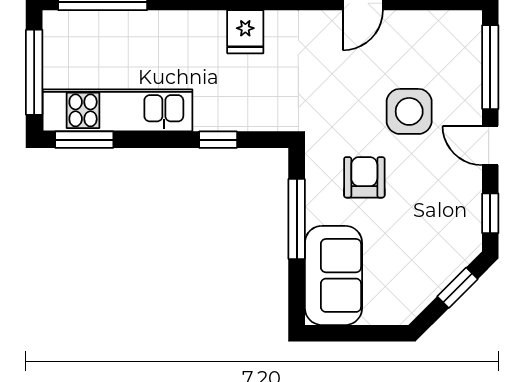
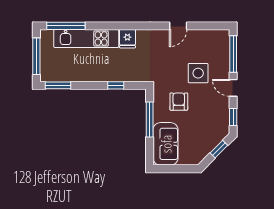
kitchen unit: (117, 110) -> (86, 39), moved, turned 180

